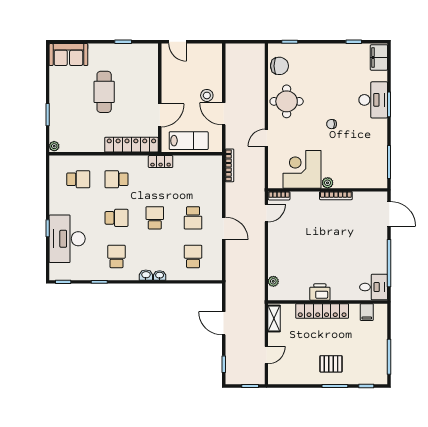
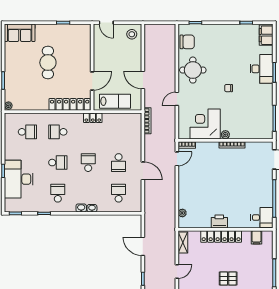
stool: (207, 95) -> (132, 34), moved

